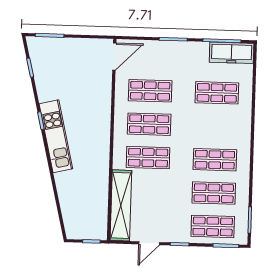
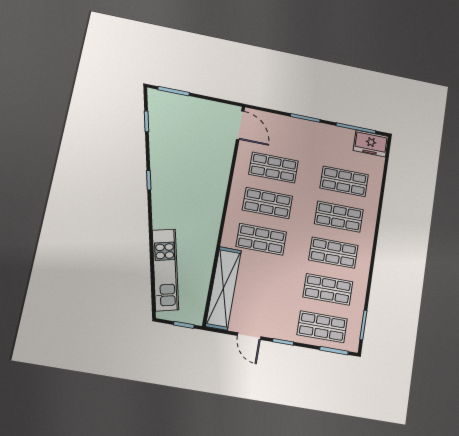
freezer: (232, 53) -> (371, 144), width x0.71
door: (114, 57) -> (240, 125), hinge flipped
shop shelf: (216, 126) -> (339, 217), added
kitchen unit: (56, 136) -> (165, 270), moved
door: (149, 243) -> (249, 336), hinge flipped

